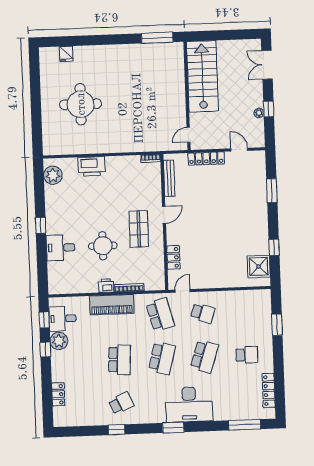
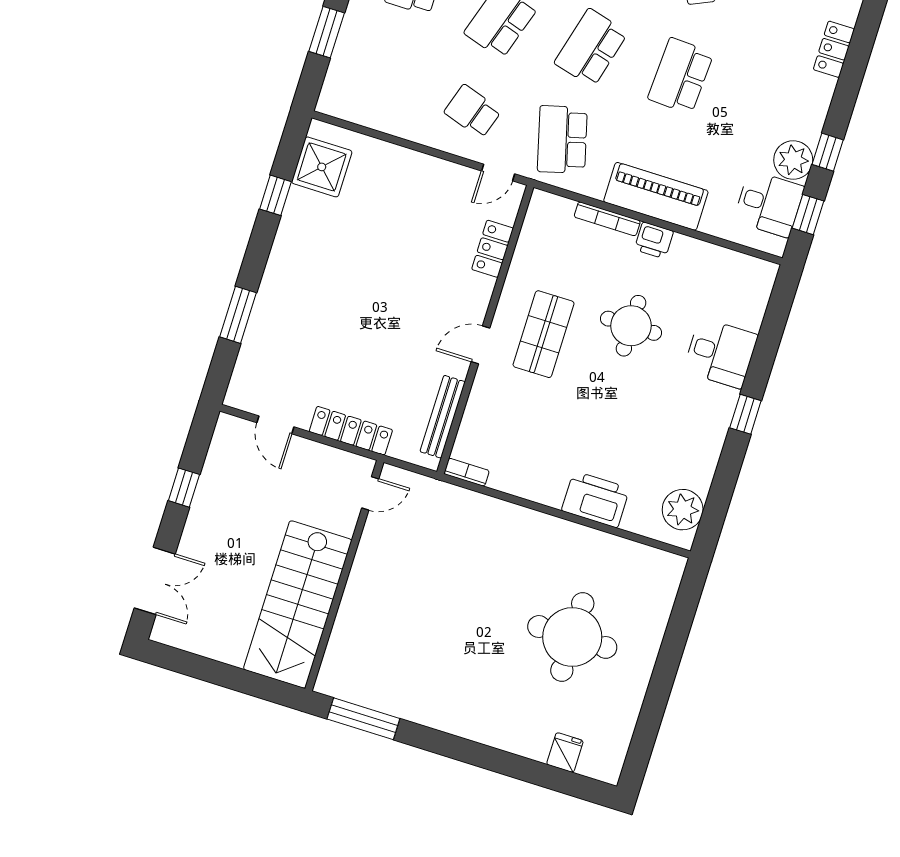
plant: (259, 113) -> (207, 486), removed

